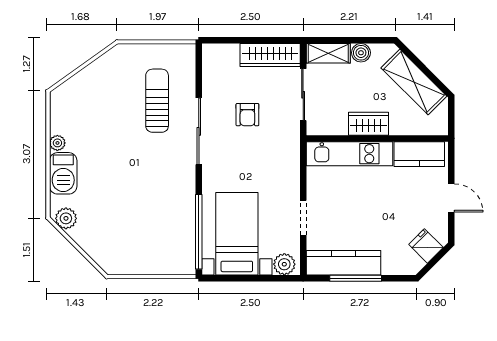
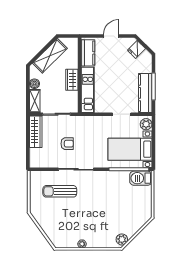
barbecue: (63, 173) -> (141, 178), moved, turned 180

